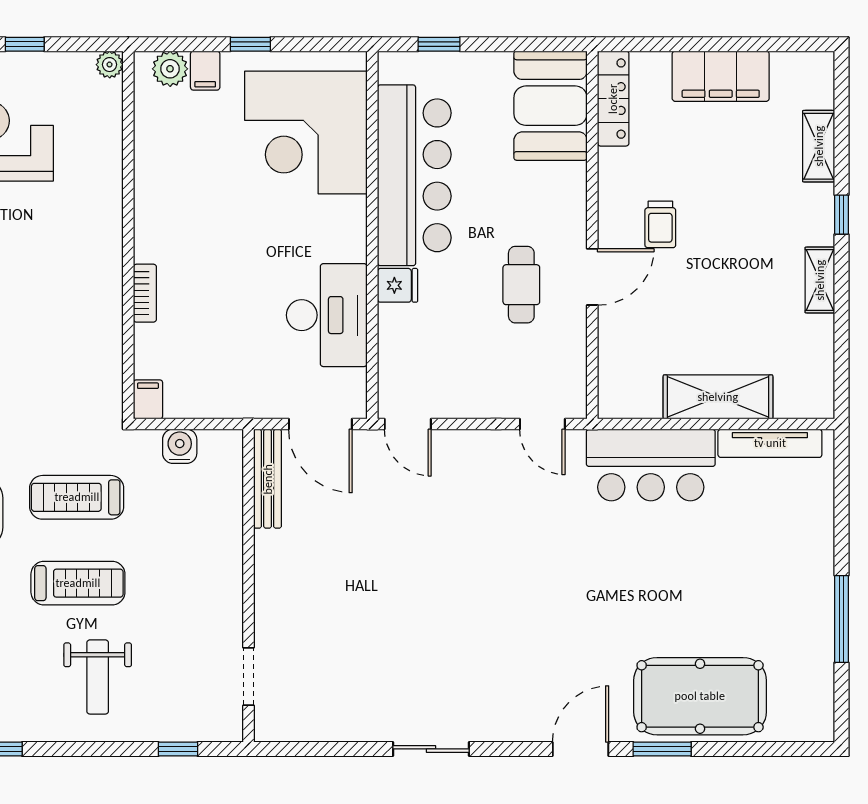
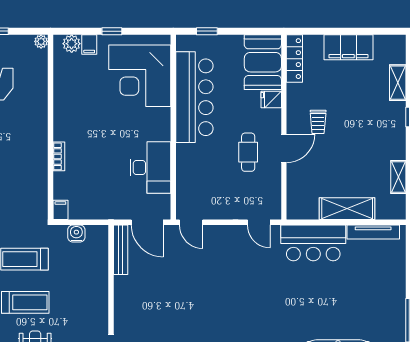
shelving: (820, 280) -> (398, 177), moved
fridge: (398, 285) -> (271, 100), moved, turned 180

